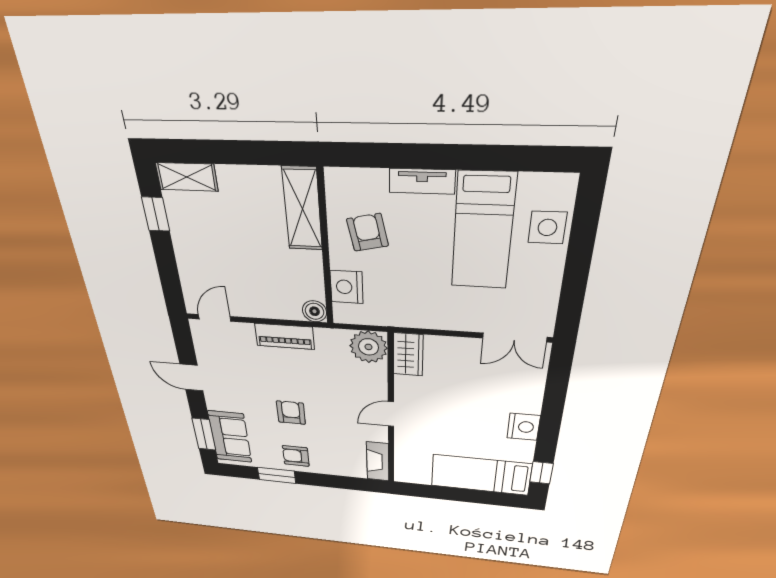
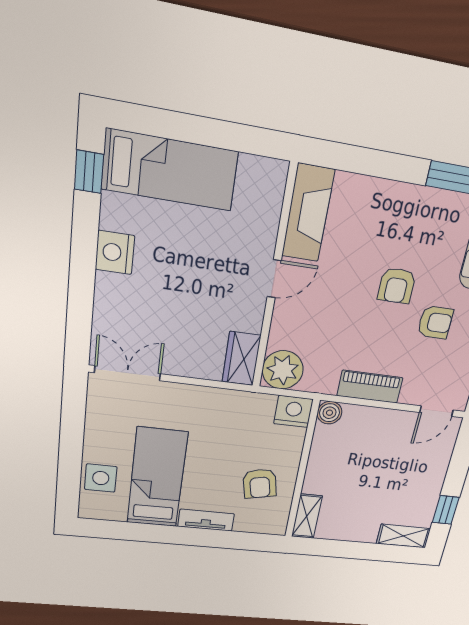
shelving: (302, 209) -> (307, 516), width x0.67, depth x0.75
nightstand: (347, 287) -> (293, 411), moved, turned -90
armchair: (296, 456) -> (435, 322), moved
fireplace: (378, 461) -> (308, 213), width x1.37, depth x1.32

